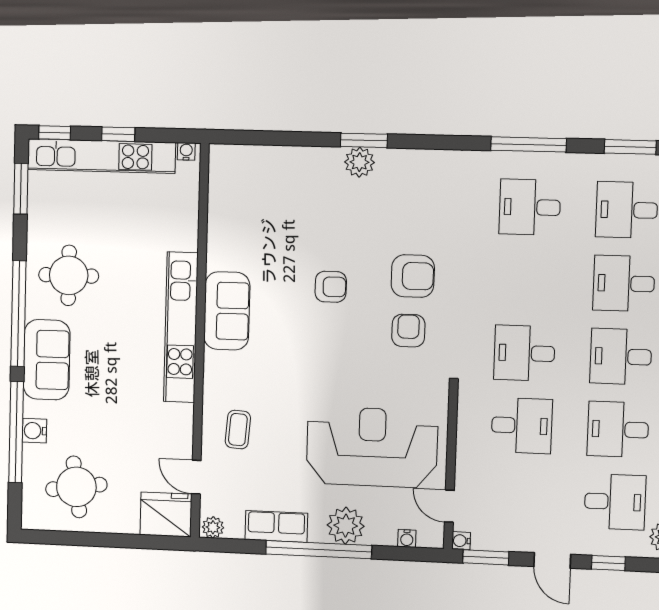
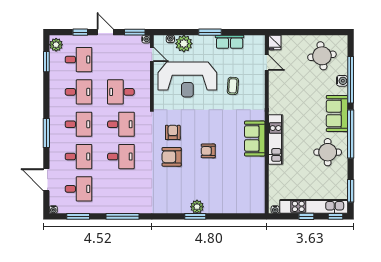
desk: (530, 207) -> (121, 157), moved
kitchen unit: (181, 327) -> (276, 139), width x0.73
armchair: (408, 331) -> (173, 132), turned 180
coffee table: (238, 430) -> (233, 86), moved
desk: (615, 502) -> (79, 60), turned 180
fridge: (166, 515) -> (275, 42), width x0.53, depth x0.75
plant: (346, 526) -> (184, 44), moved
plant: (213, 527) -> (258, 40), removed
window: (319, 550) -> (210, 32), width x0.47

